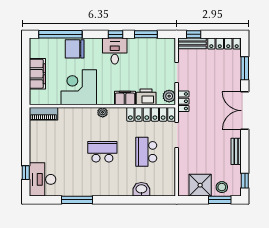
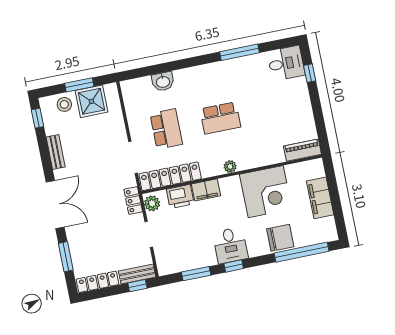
desk: (43, 179) -> (286, 63), width x0.73
window: (220, 200) -> (79, 85), moved

